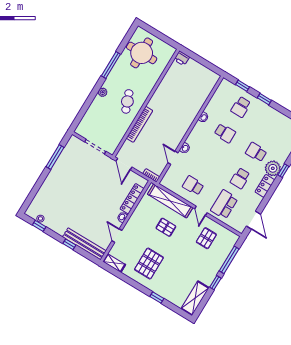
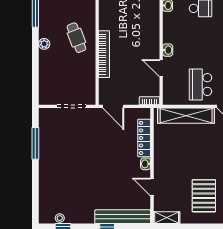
school desk: (193, 185) -> (200, 84), width x1.85
pallet: (166, 227) -> (198, 146), removed

